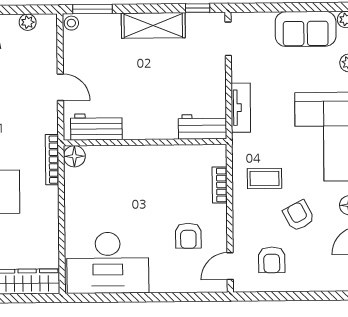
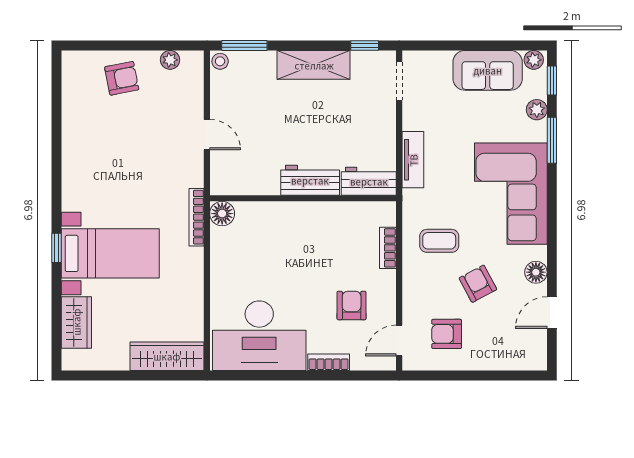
workbench: (96, 127) -> (310, 180), moved
armchair: (188, 236) -> (352, 305), turned 180
armchair: (272, 260) -> (447, 334), turned 90
bookcase: (169, 286) -> (329, 362), added

